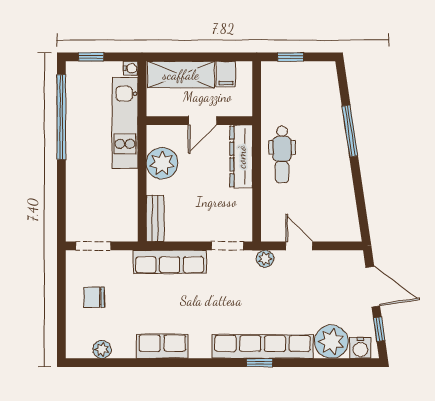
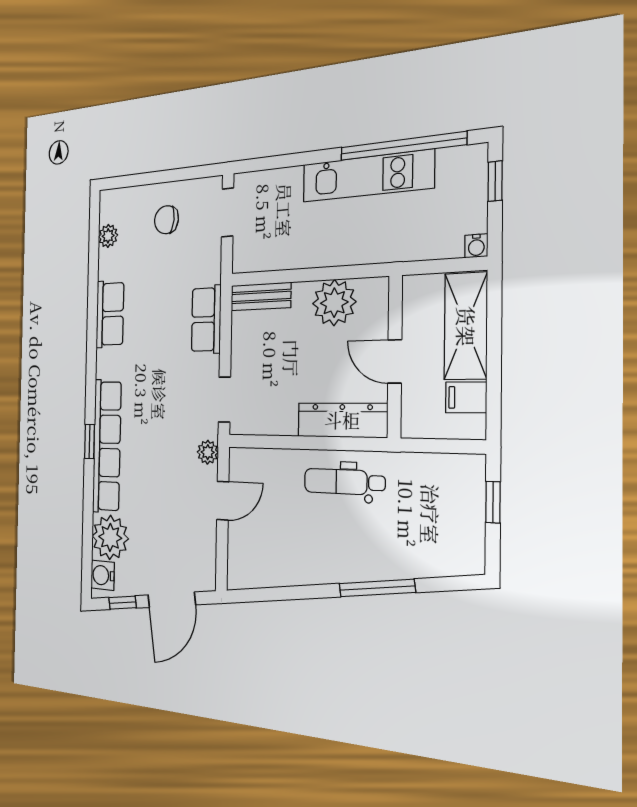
kitchen unit: (125, 123) -> (367, 176), moved, turned 180
row of seats: (170, 262) -> (206, 319), width x0.68
chair: (94, 297) -> (166, 220), turned -84

